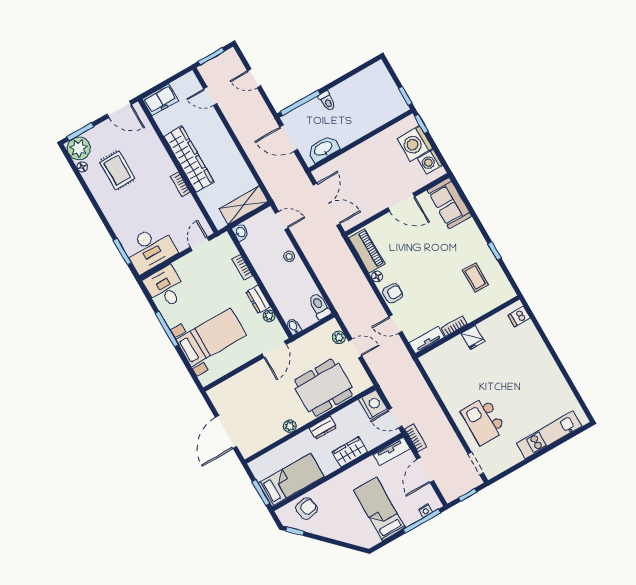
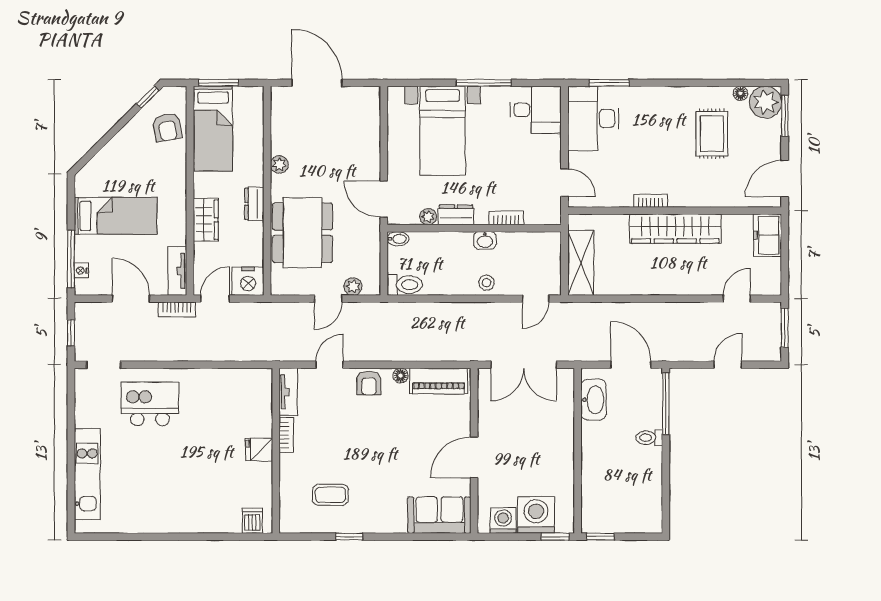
door: (289, 138) -> (631, 365), hinge flipped
rug: (117, 170) -> (712, 134), turned 90
washbasin: (241, 232) -> (485, 240), moved

